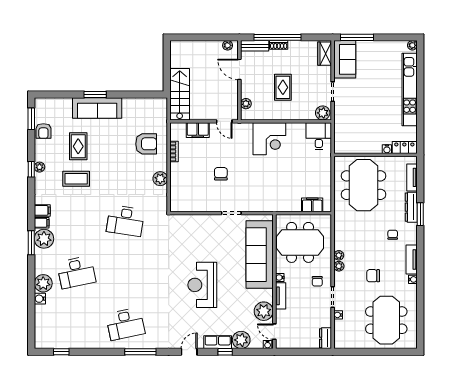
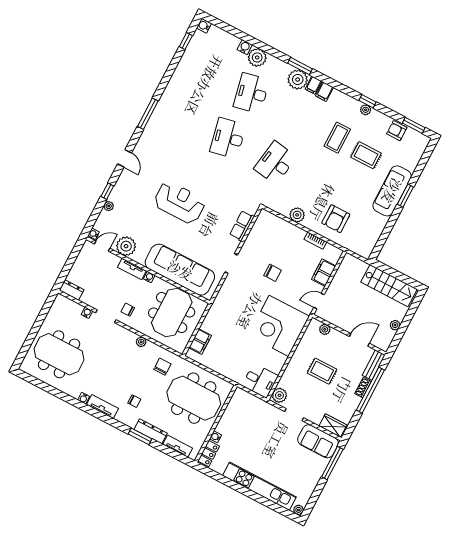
plant: (228, 45) -> (395, 325), moved
stairs: (180, 94) -> (389, 286), moved
corner desk: (269, 139) -> (279, 326), width x1.36, depth x1.36
plant: (339, 266) -> (131, 337), removed
chair: (373, 276) -> (162, 367), moved
desk: (125, 324) -> (228, 138), moved
plant: (241, 340) -> (109, 206), width x0.53, depth x0.53
row of seats: (218, 342) -> (242, 226), moved, turned 180
water cooler: (40, 343) -> (204, 26), added

